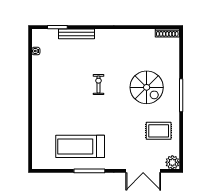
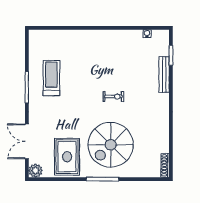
spiral stairs: (147, 87) -> (111, 145), width x1.37, depth x1.37
rug: (159, 131) -> (67, 157), width x1.36, depth x1.43
treadmill: (80, 146) -> (51, 78), width x0.73, depth x0.73

